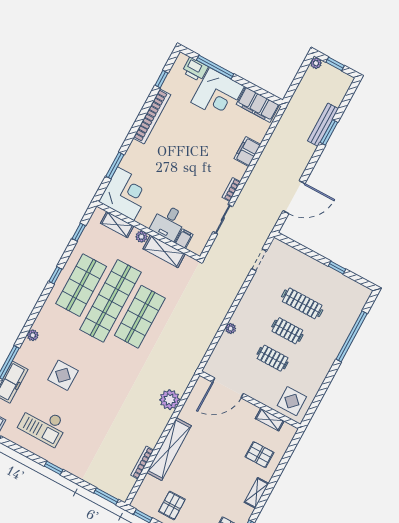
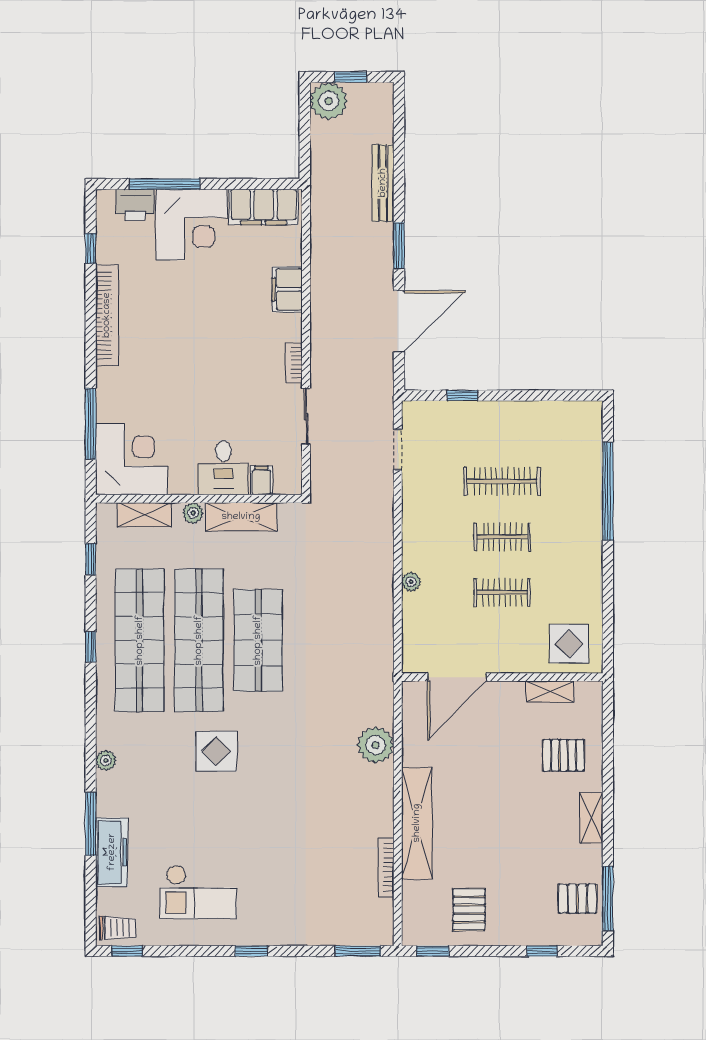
plant: (316, 63) -> (329, 101), width x1.88, depth x1.88
window: (329, 132) -> (399, 246), moved
window: (115, 165) -> (91, 424), width x1.44
window: (337, 268) -> (462, 396), moved
shop shelf: (81, 285) -> (140, 640), width x1.40
display table: (63, 375) -> (217, 751), moved

